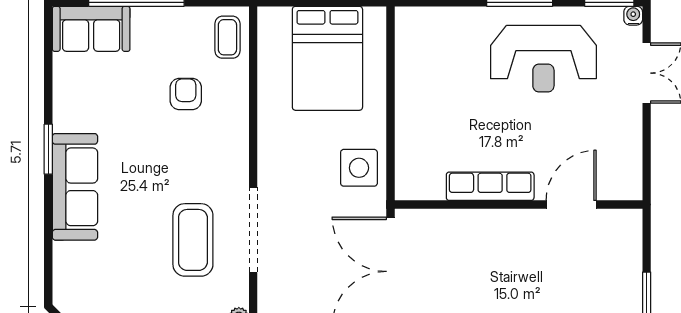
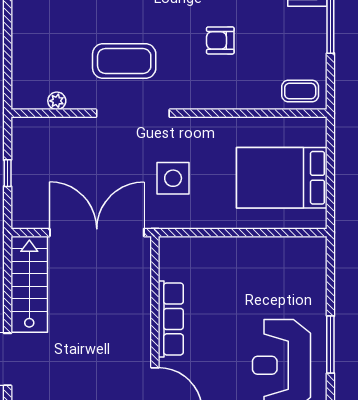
armchair: (186, 94) -> (220, 40), moved, turned 180
side table: (359, 168) -> (173, 178), moved

